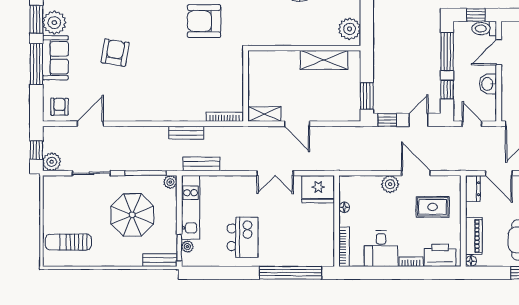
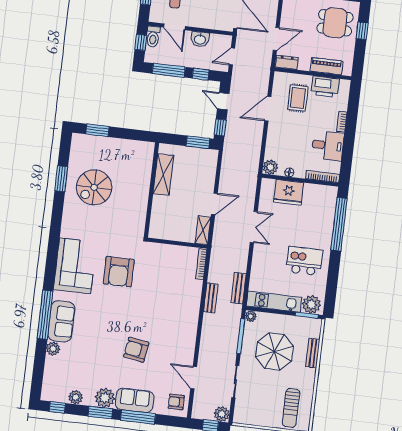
plant: (350, 29) -> (140, 150), removed
plant: (390, 184) -> (270, 167), moved
fridge: (318, 189) -> (289, 192), moved, turned 90
plant: (187, 246) -> (311, 305), width x1.88, depth x1.88
printer: (440, 255) -> (325, 87), moved, turned -90
bench: (160, 260) -> (313, 353), moved
floor lamp: (471, 261) -> (347, 71), removed

